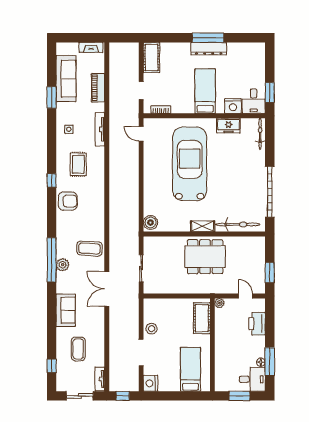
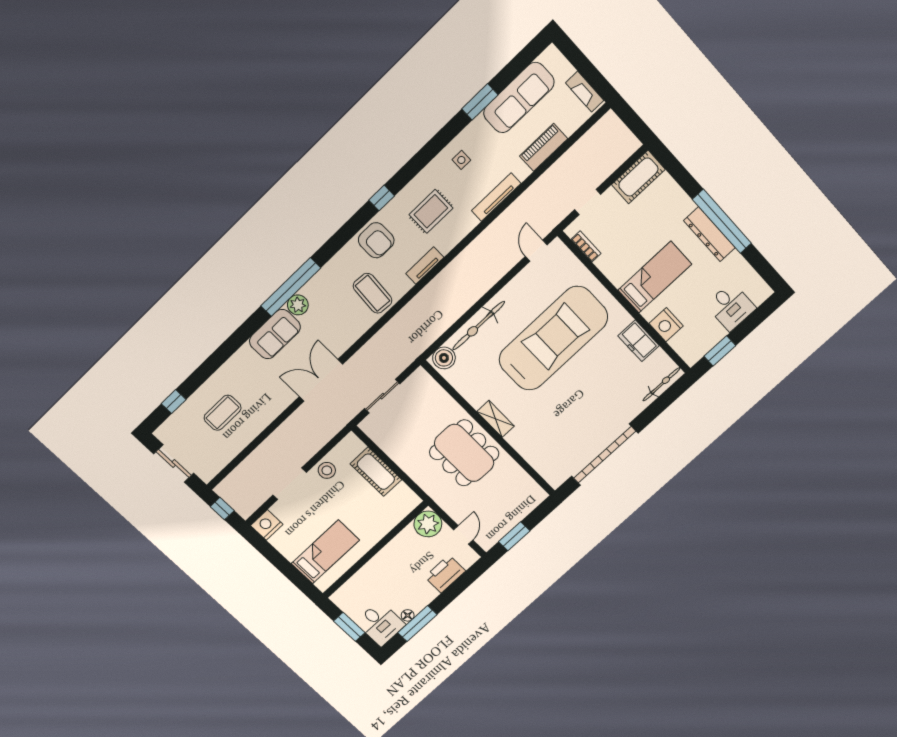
window: (208, 38) -> (722, 221), width x1.46
desk: (254, 101) -> (731, 307), moved, turned -90
bicycle: (238, 224) -> (479, 326), moved, turned 90
coffee table: (90, 249) -> (373, 293), moved
plant: (219, 303) -> (428, 524), width x1.88, depth x1.88
sofa: (66, 310) -> (275, 334), moved
cot: (202, 318) -> (376, 472), moved, turned 90
tv unit: (100, 379) -> (425, 265), moved

